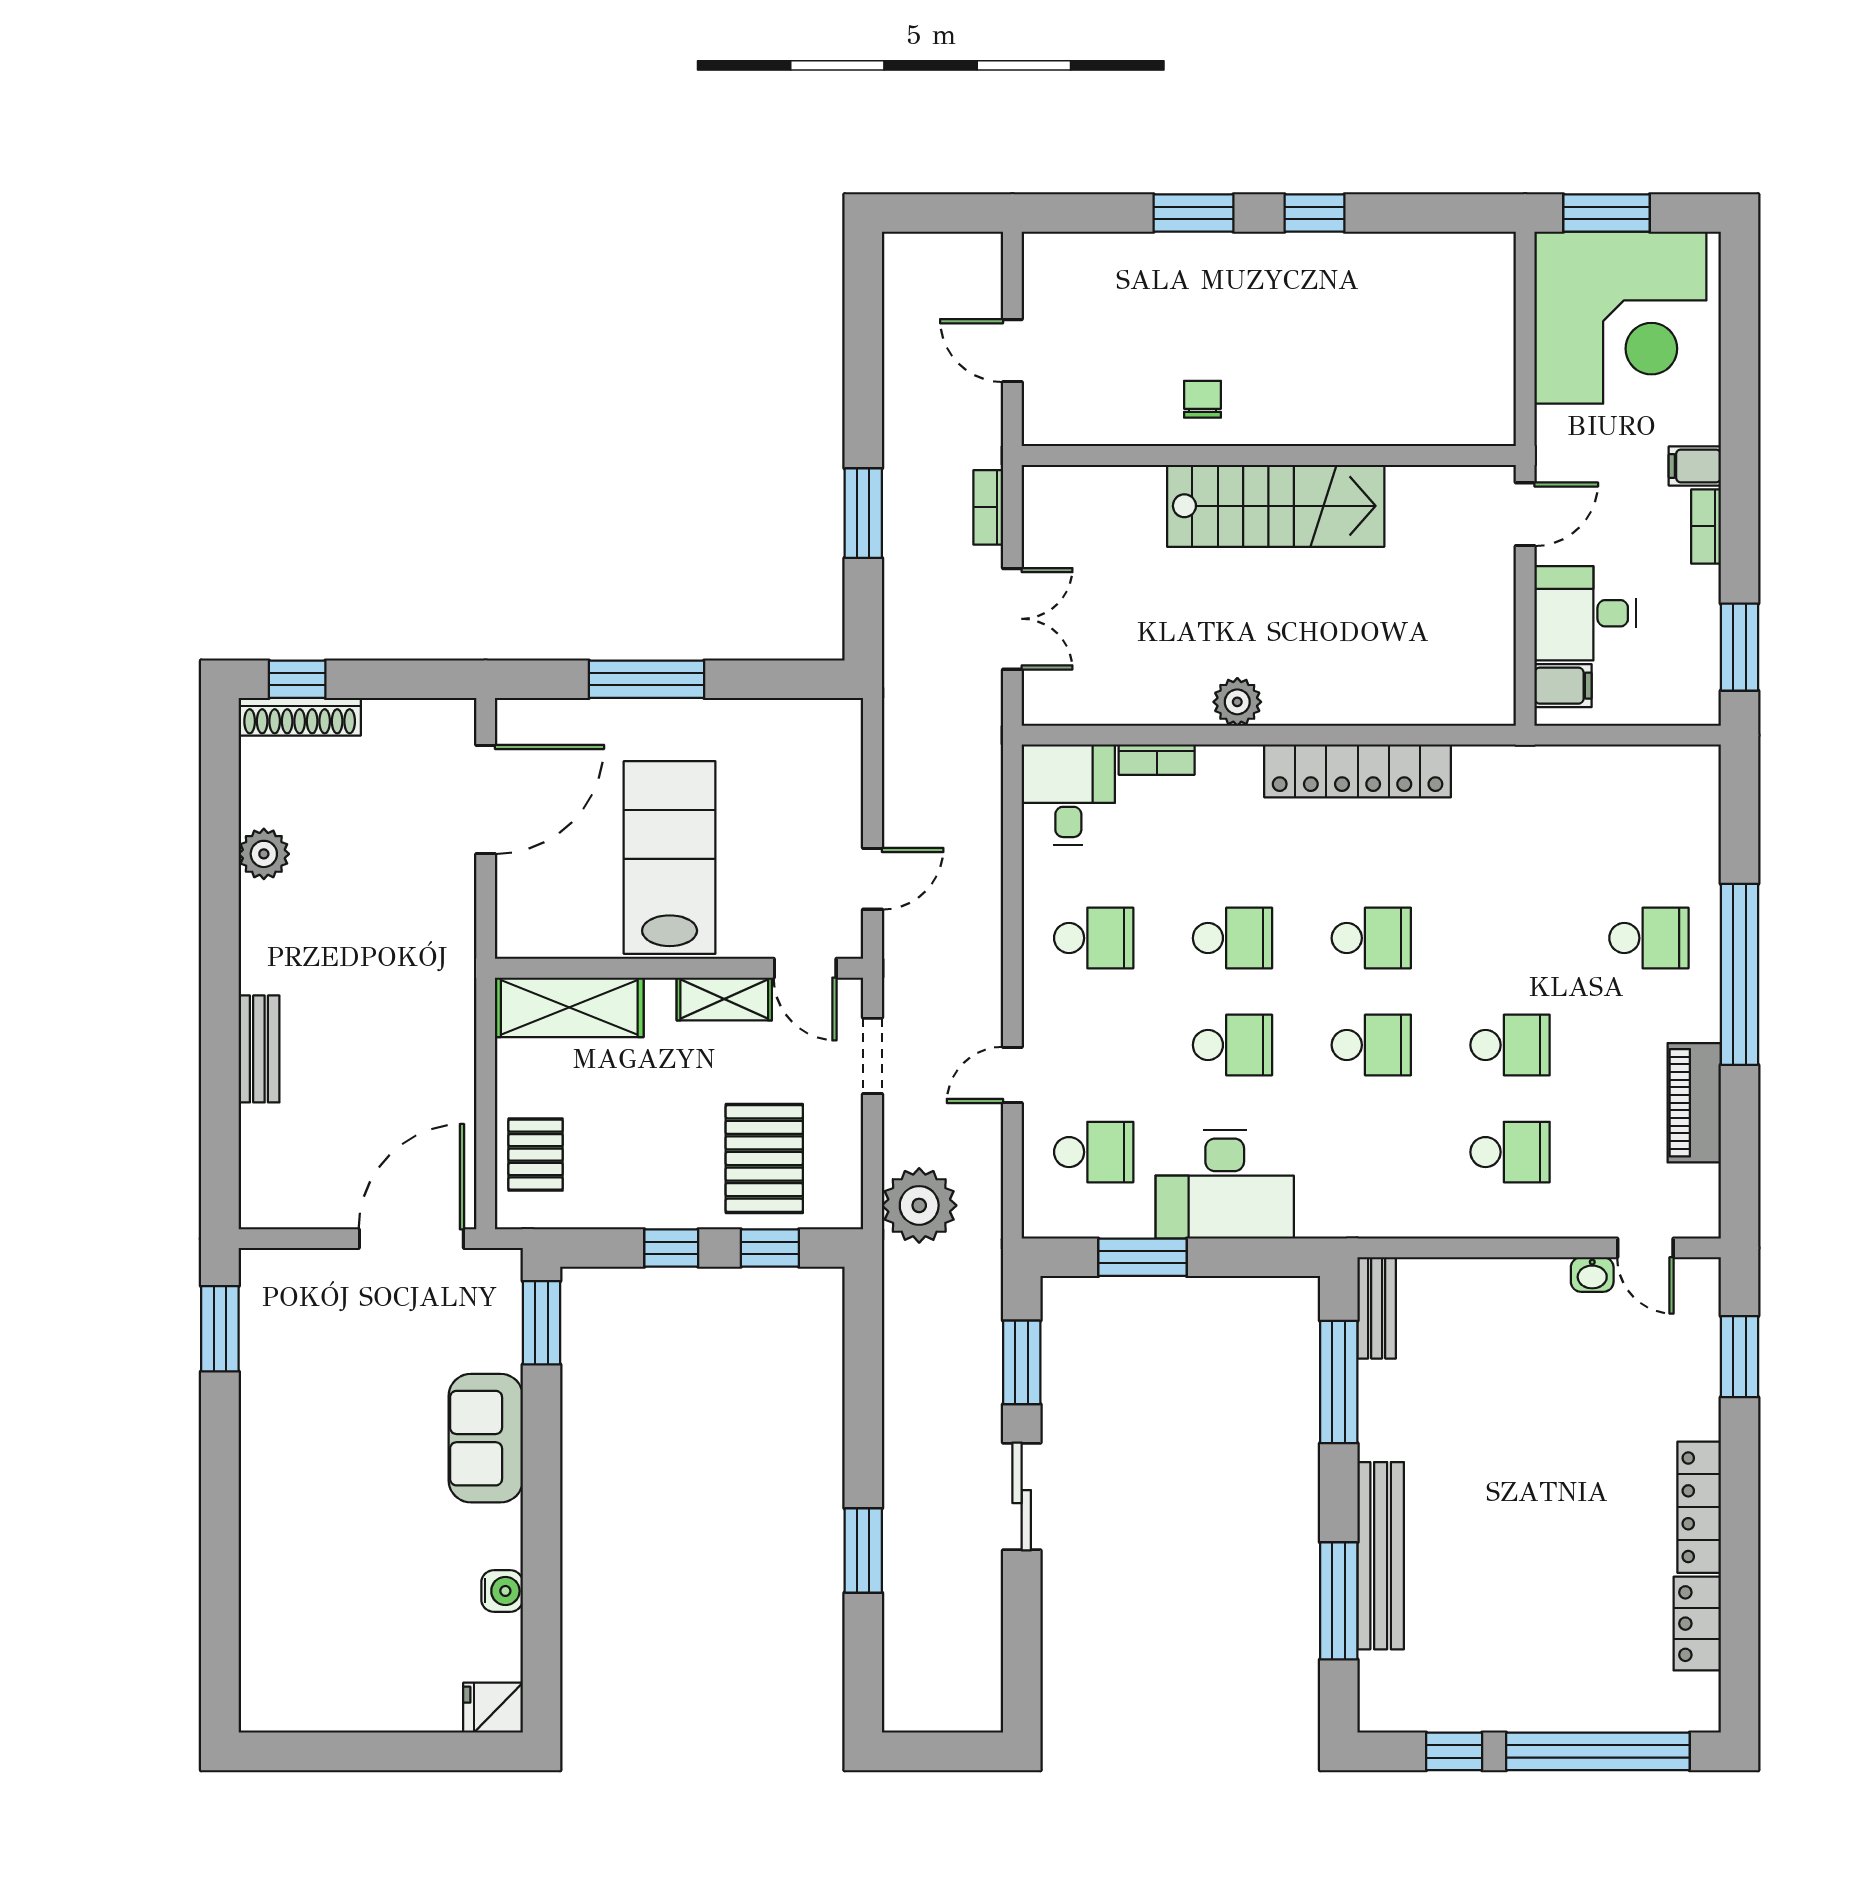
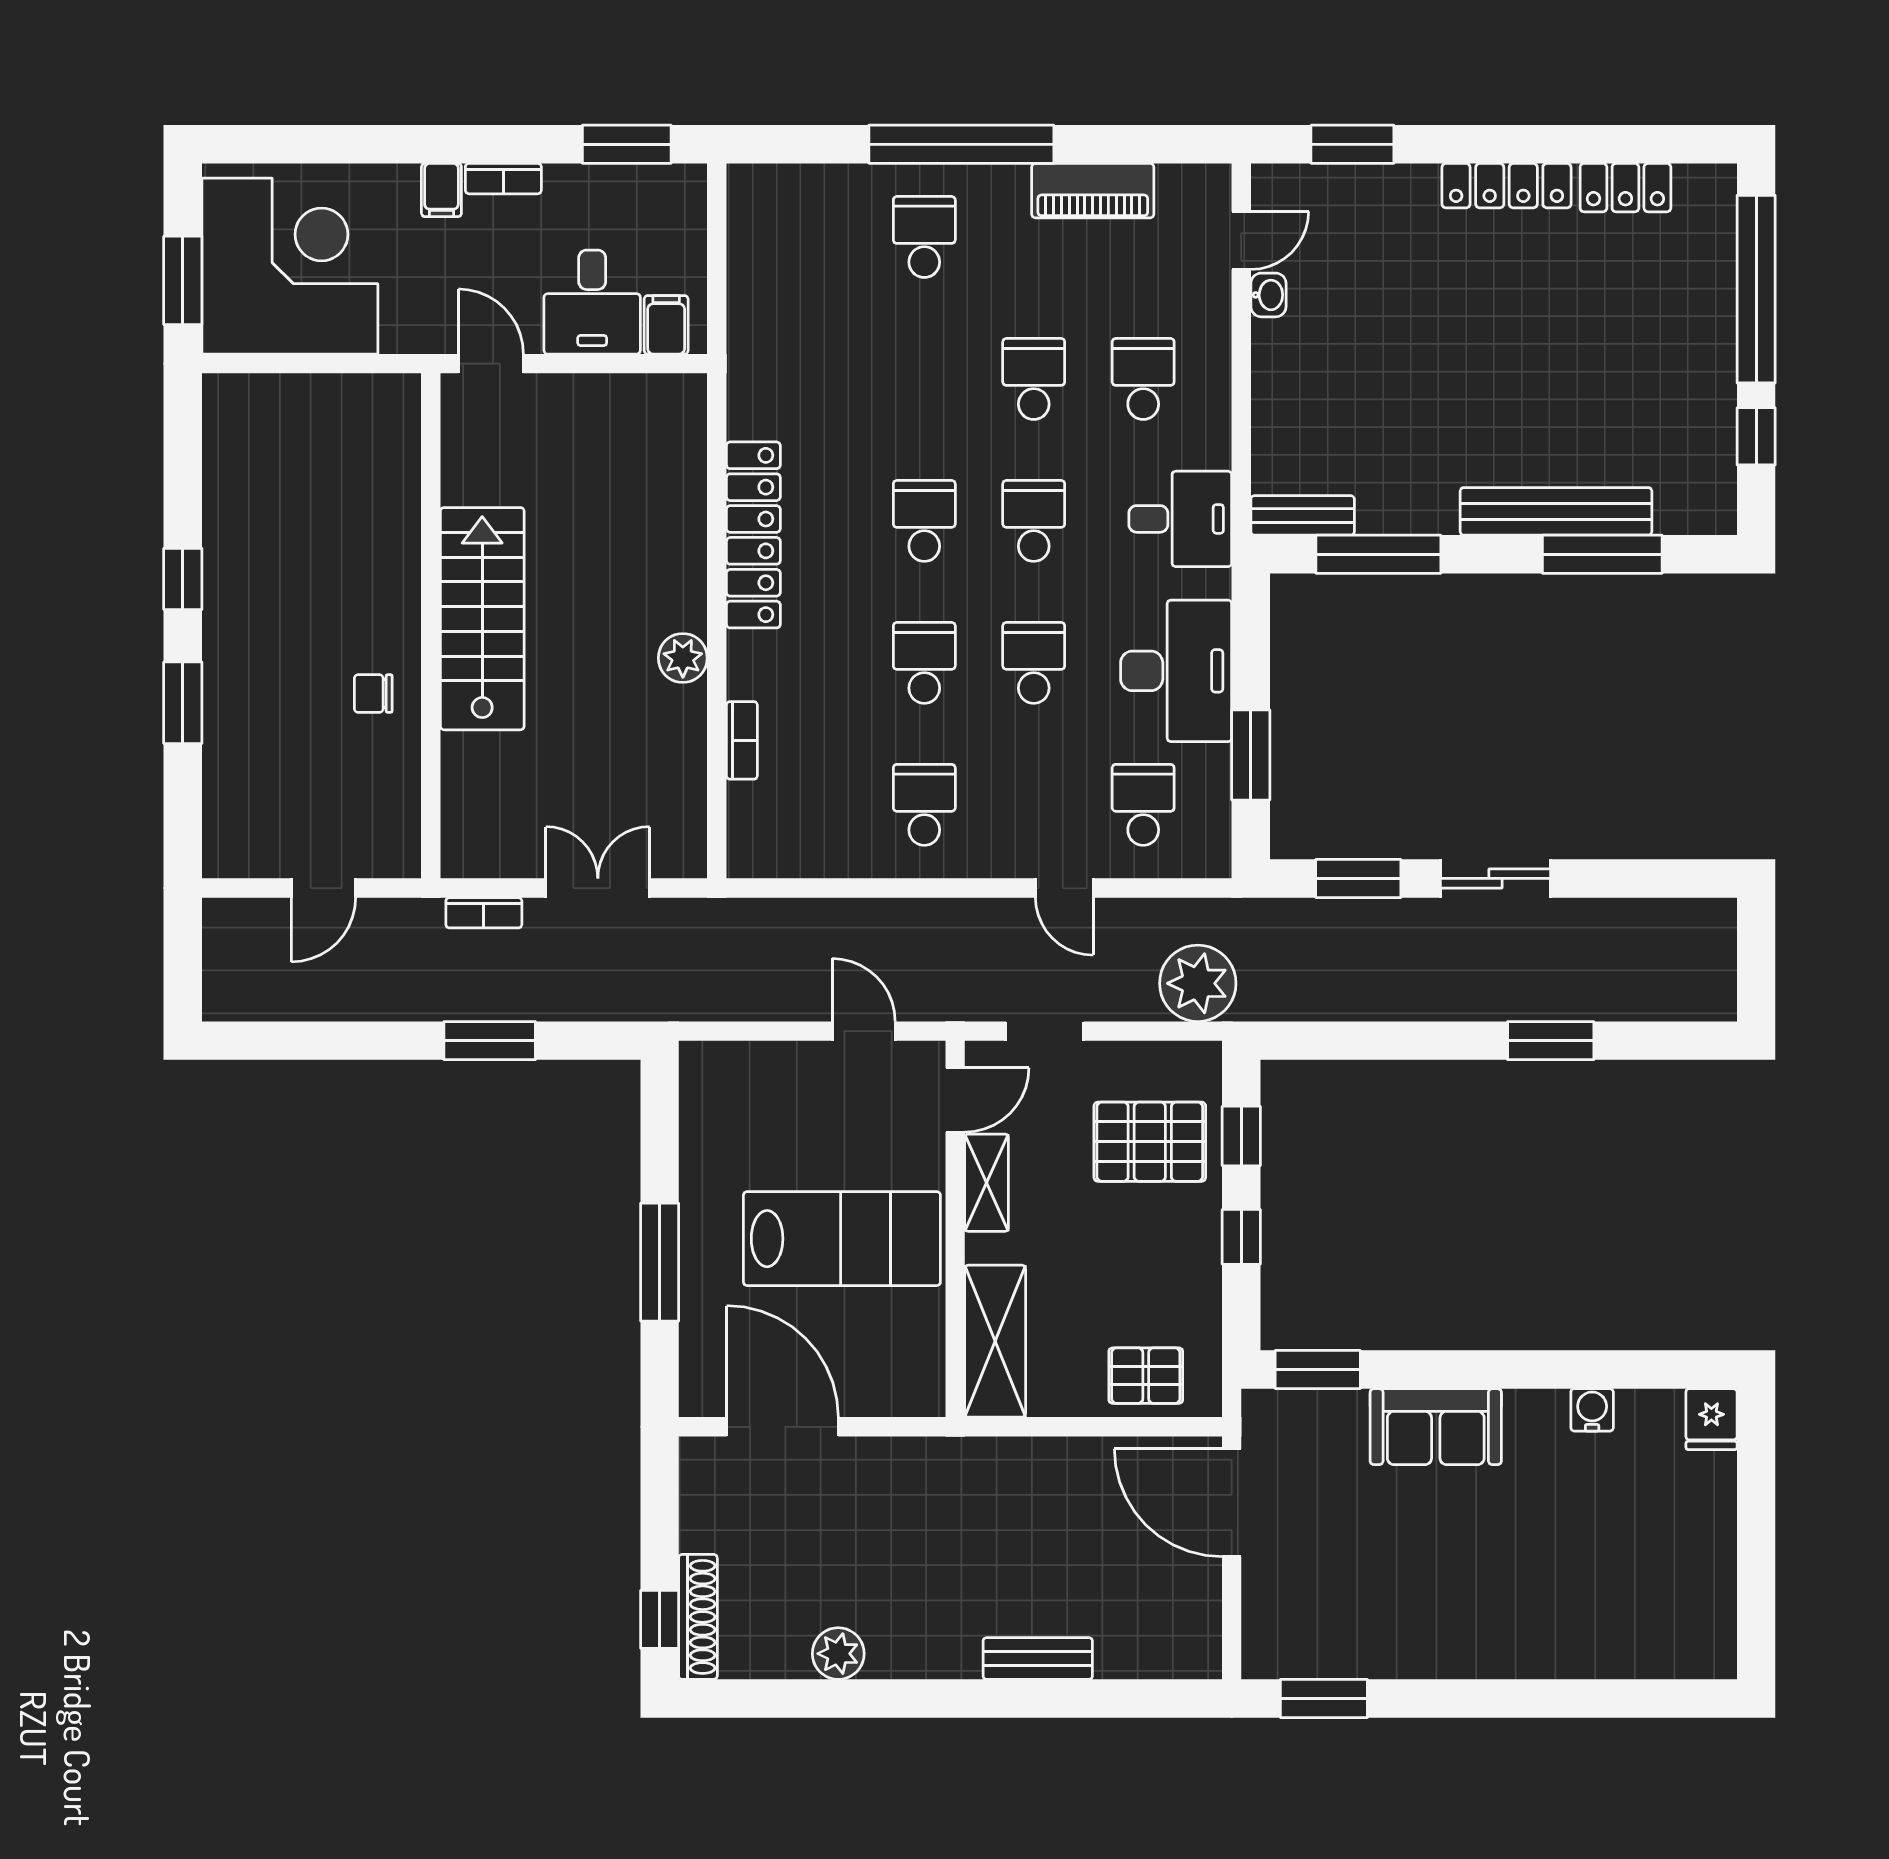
desk: (1068, 795) -> (1180, 519), moved, turned 180
lab bench: (670, 858) -> (842, 1239), turned 180

